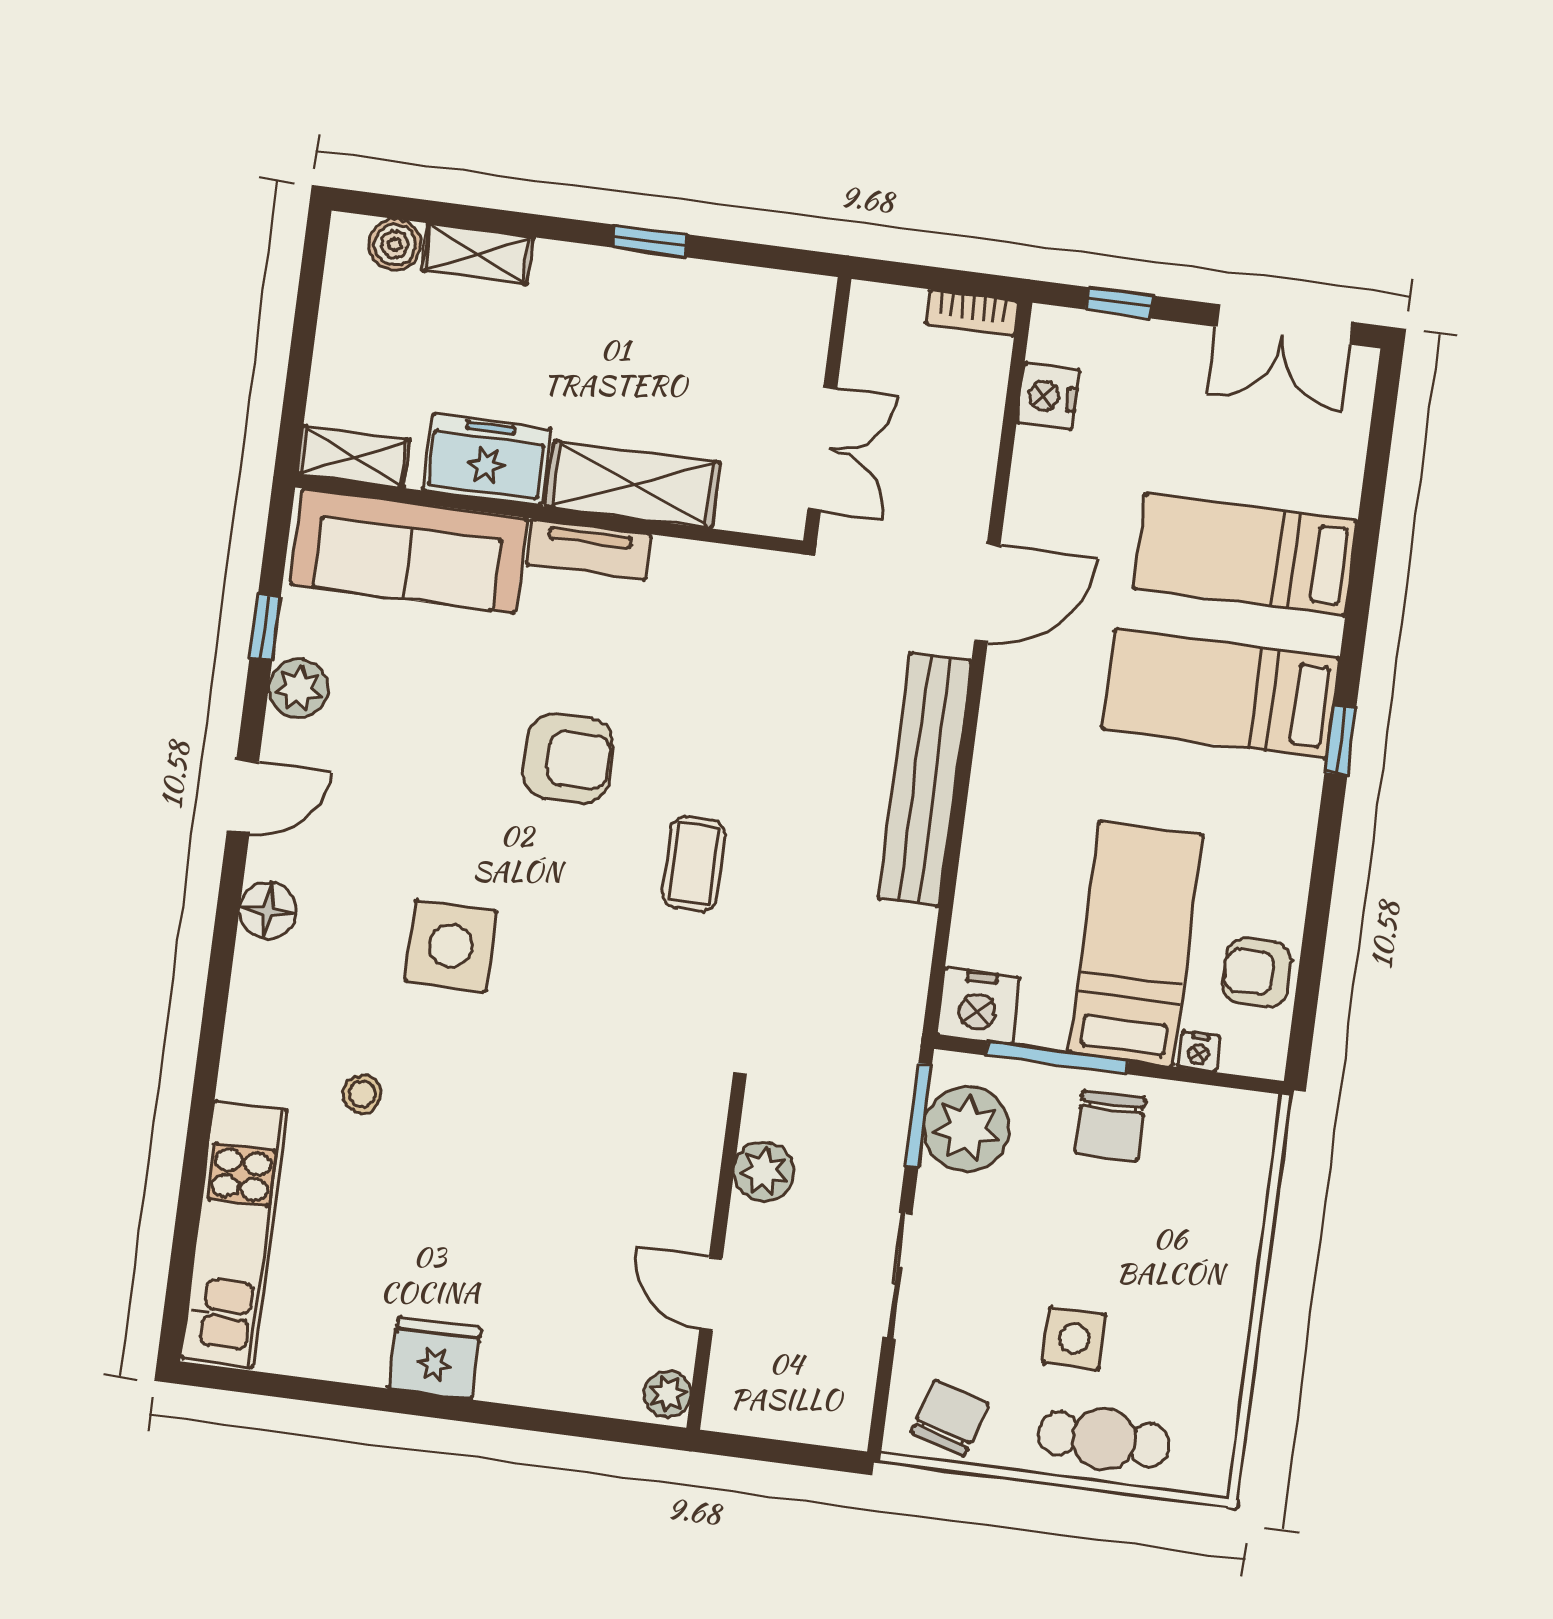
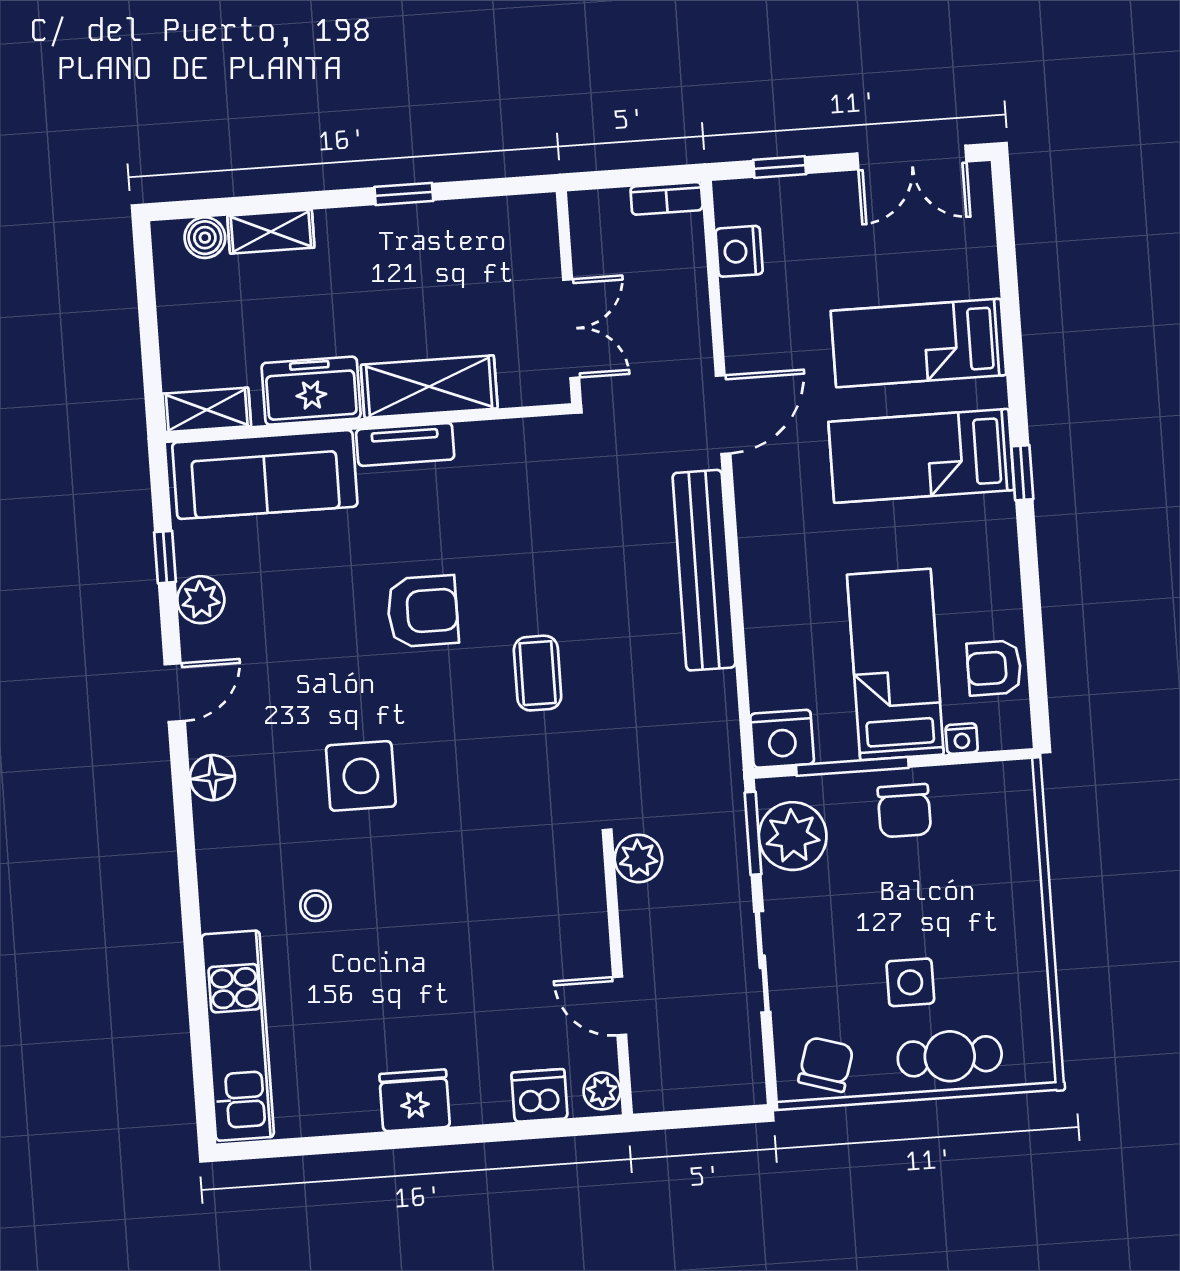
plant: (764, 1172) -> (638, 858), moved
dishwasher: (590, 1384) -> (539, 1095), added

